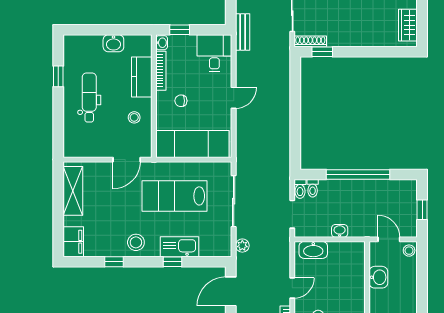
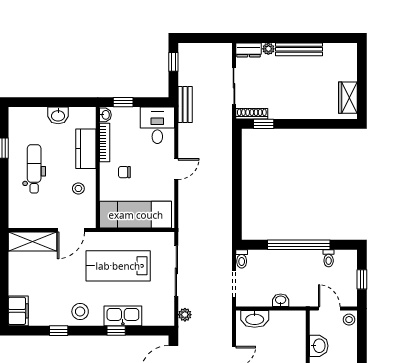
toilet: (313, 188) -> (329, 258), moved
shelving: (73, 191) -> (32, 242), moved, turned 90

